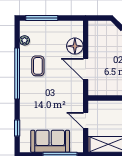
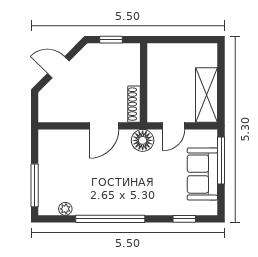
floor lamp: (75, 46) -> (143, 140), moved
coffee table: (38, 66) -> (100, 191), removed
shoe rack: (102, 91) -> (134, 104), added

